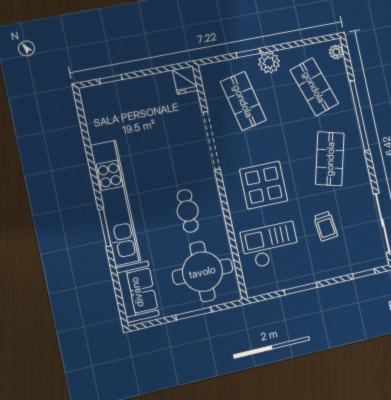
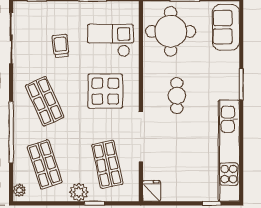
shop shelf: (330, 159) -> (45, 101), turned -39
kitchen unit: (115, 203) -> (229, 151), moved
cafe table: (188, 211) -> (177, 96), moved
checkout: (270, 245) -> (110, 40), turned 180

